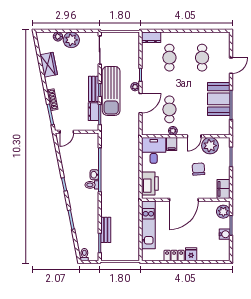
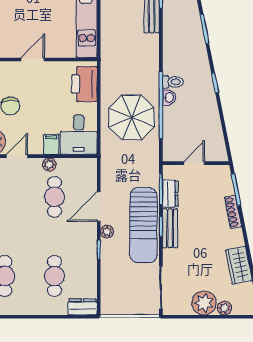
sun lounger: (111, 91) -> (143, 225), turned 180
door: (67, 132) -> (194, 163), moved
parasol: (119, 162) -> (132, 117), added
door: (184, 200) -> (33, 59), width x0.53

